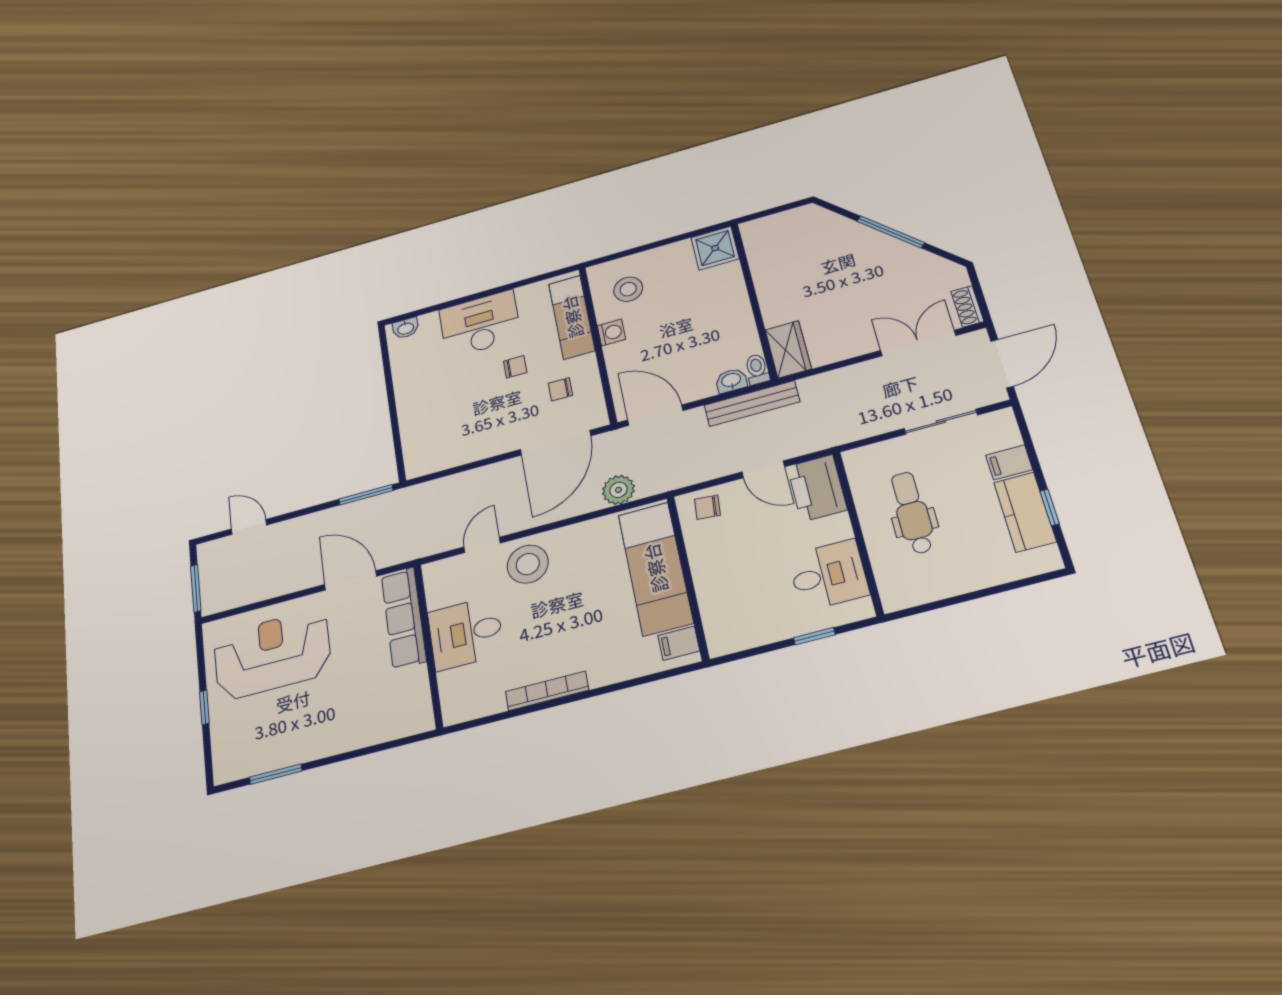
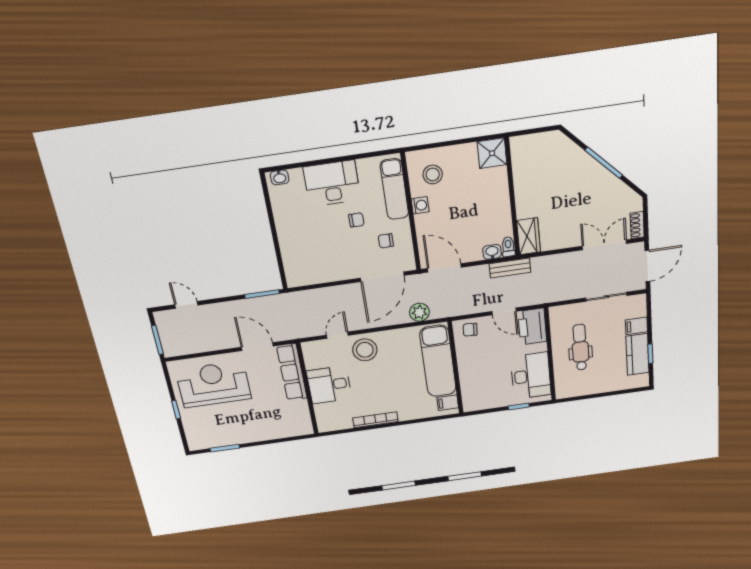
bench: (752, 403) -> (510, 268), width x0.73
desk: (828, 575) -> (531, 376), width x1.37

